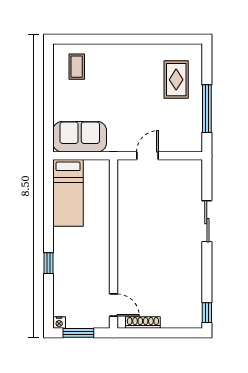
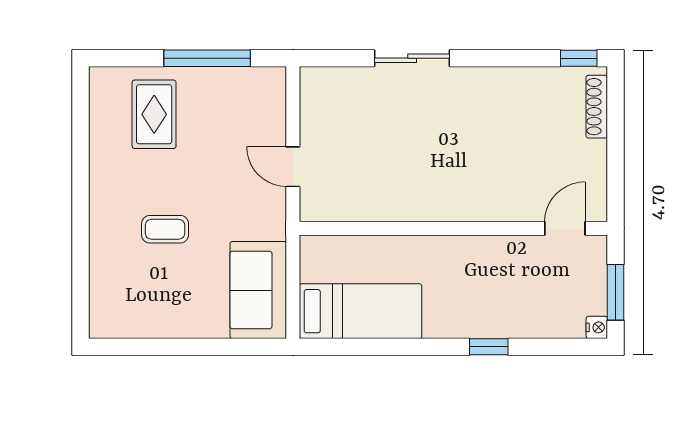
coffee table: (77, 67) -> (165, 229), moved
rug: (176, 80) -> (154, 114), turned 90
shoe rack: (143, 323) -> (597, 107), moved

